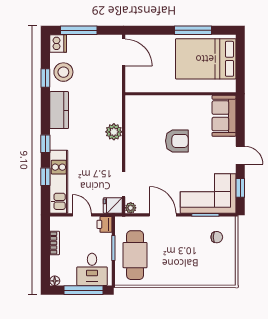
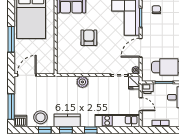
window: (193, 30) -> (11, 39), moved
window: (45, 177) -> (66, 130), moved
door: (82, 215) -> (141, 104), swing flipped

